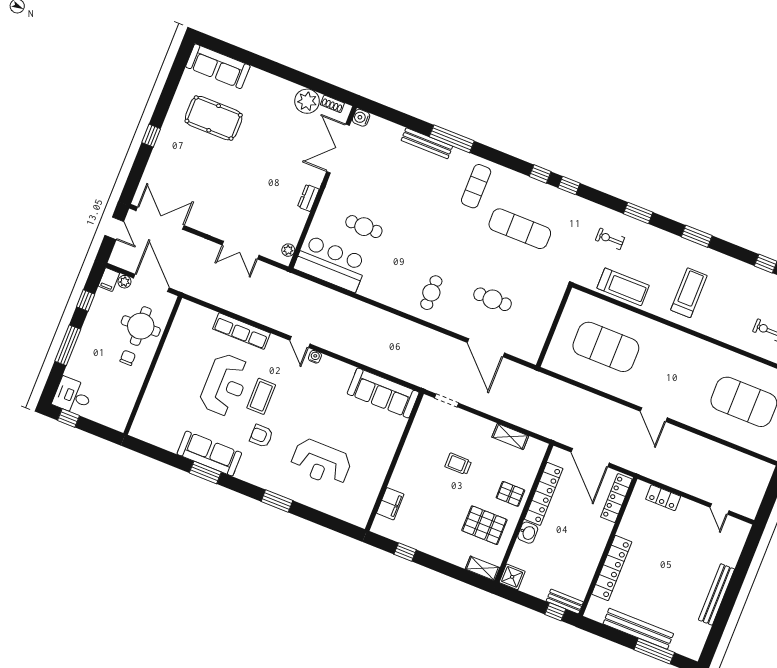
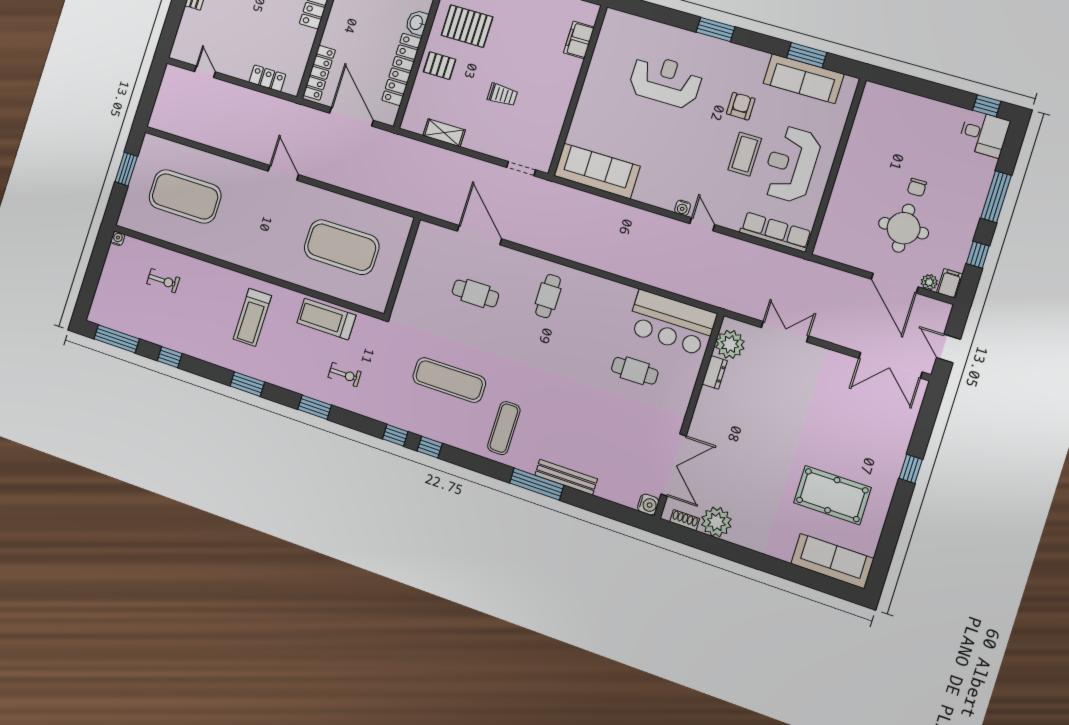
dresser: (308, 198) -> (715, 372), moved
plant: (288, 250) -> (730, 344), width x1.88, depth x1.88
wall: (153, 365) -> (836, 166), moved
armchair: (261, 436) -> (741, 106), turned -90

